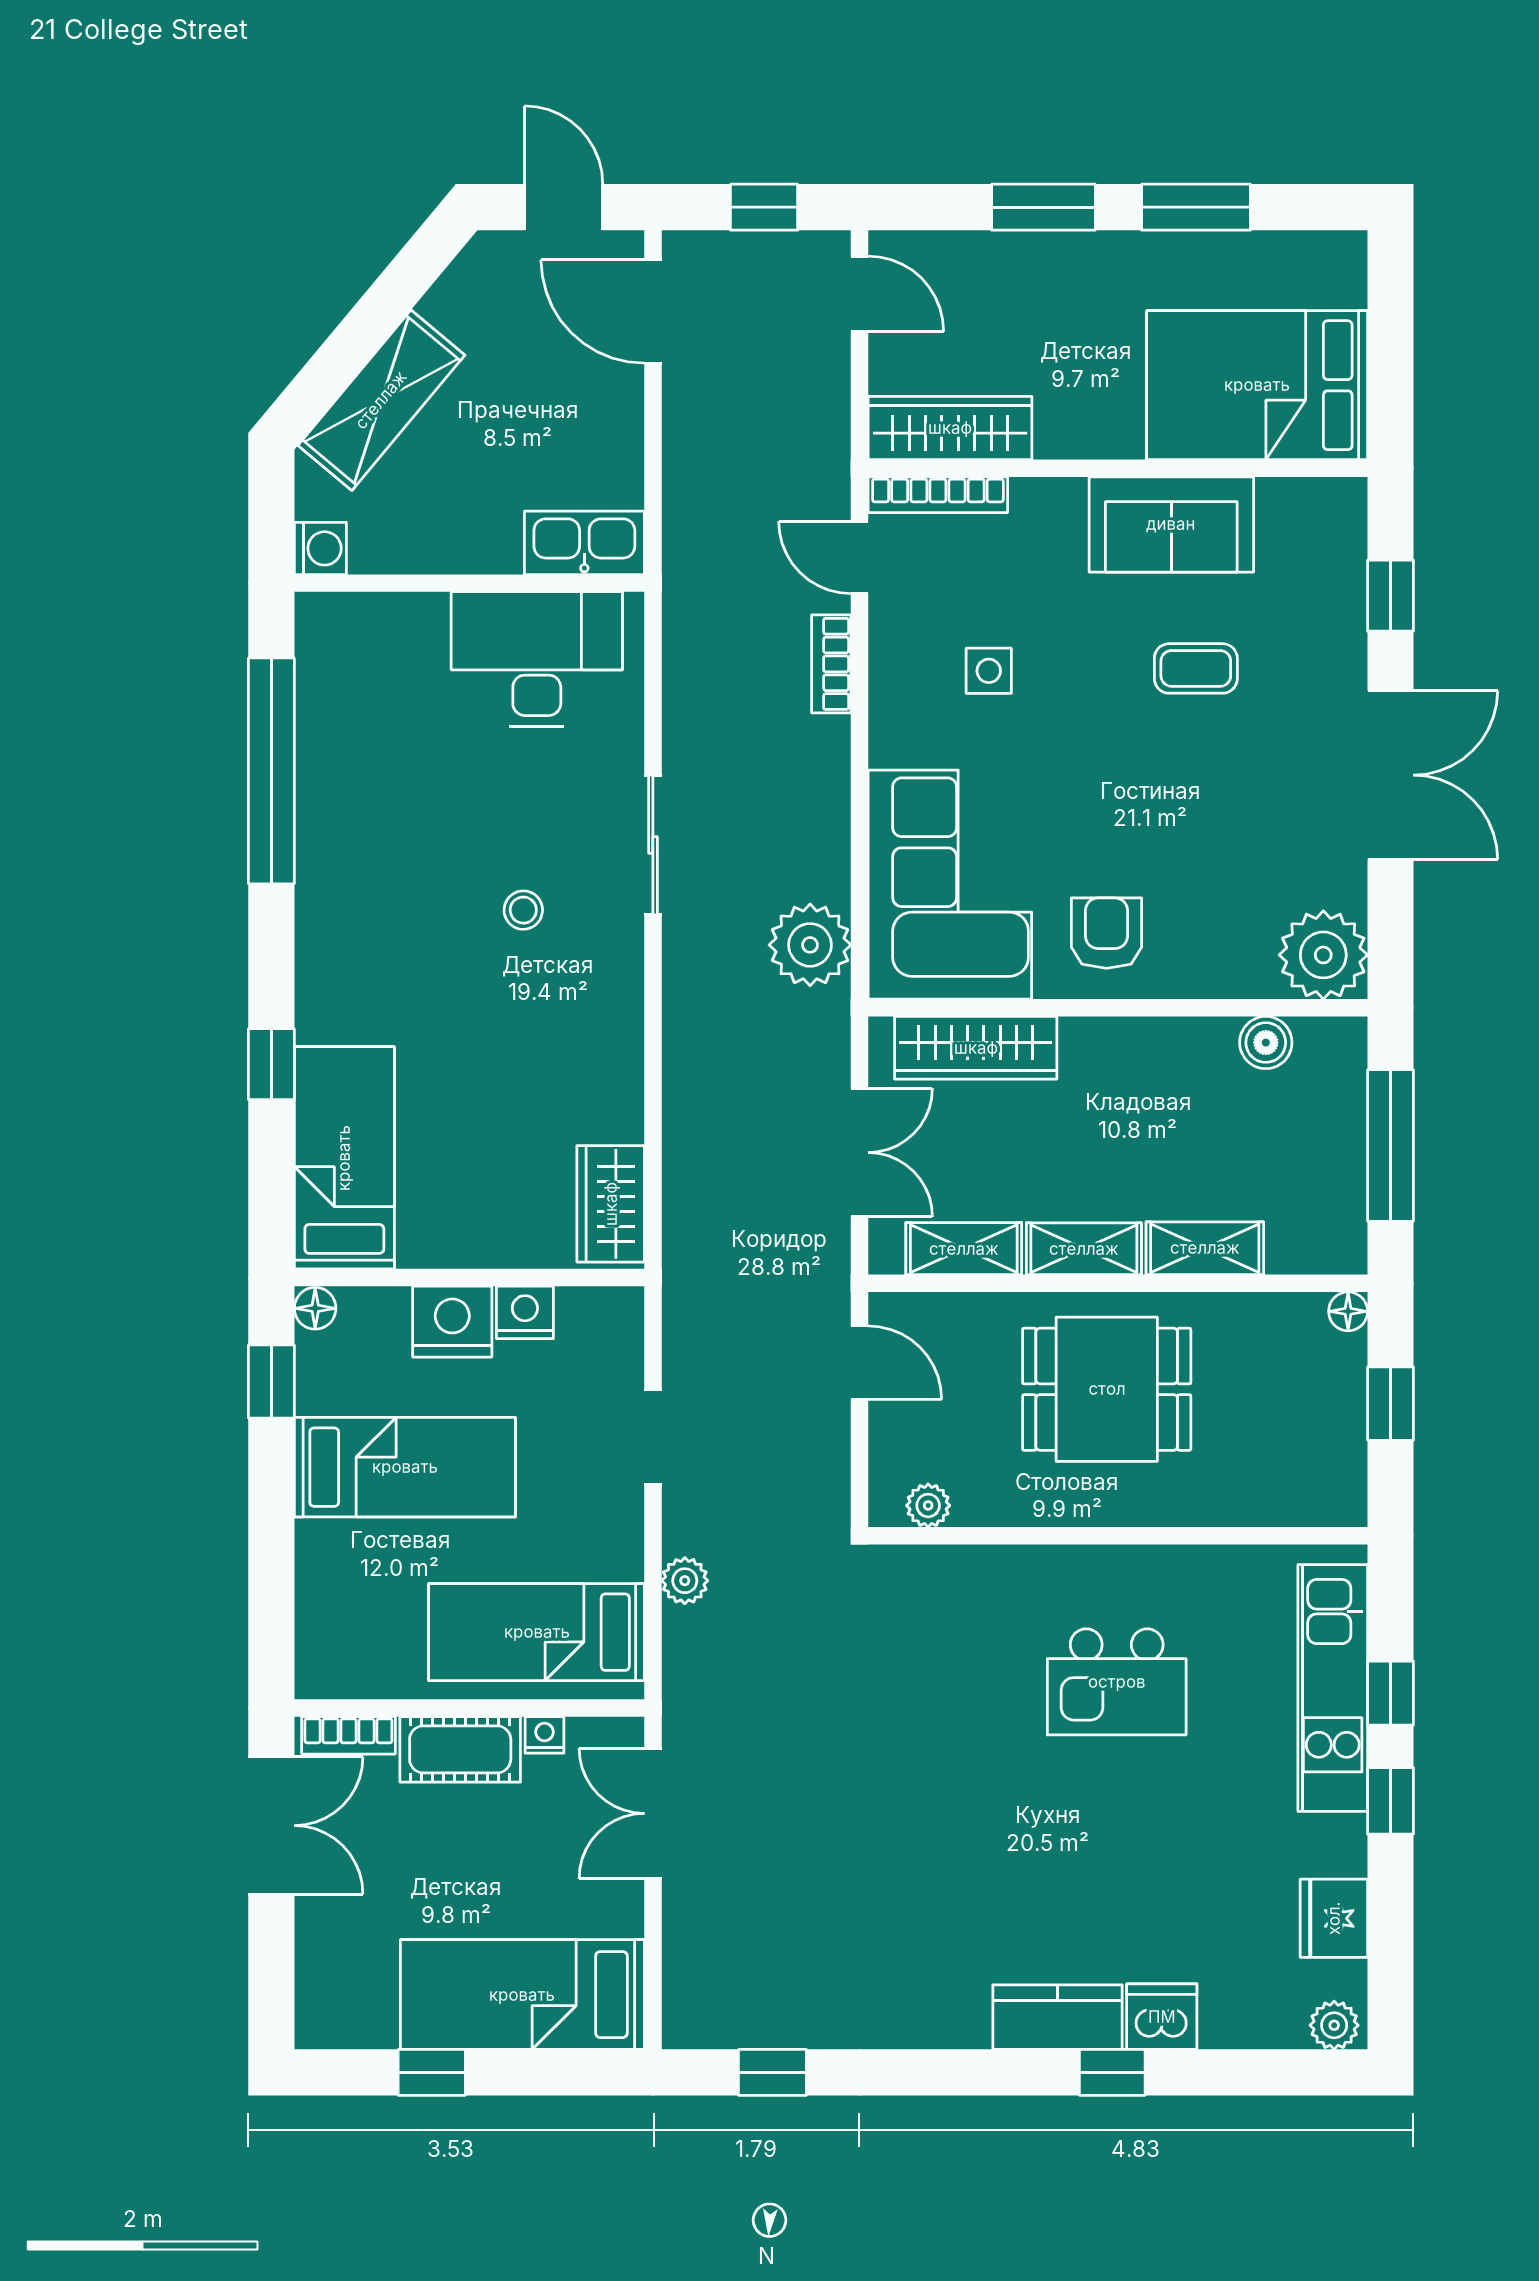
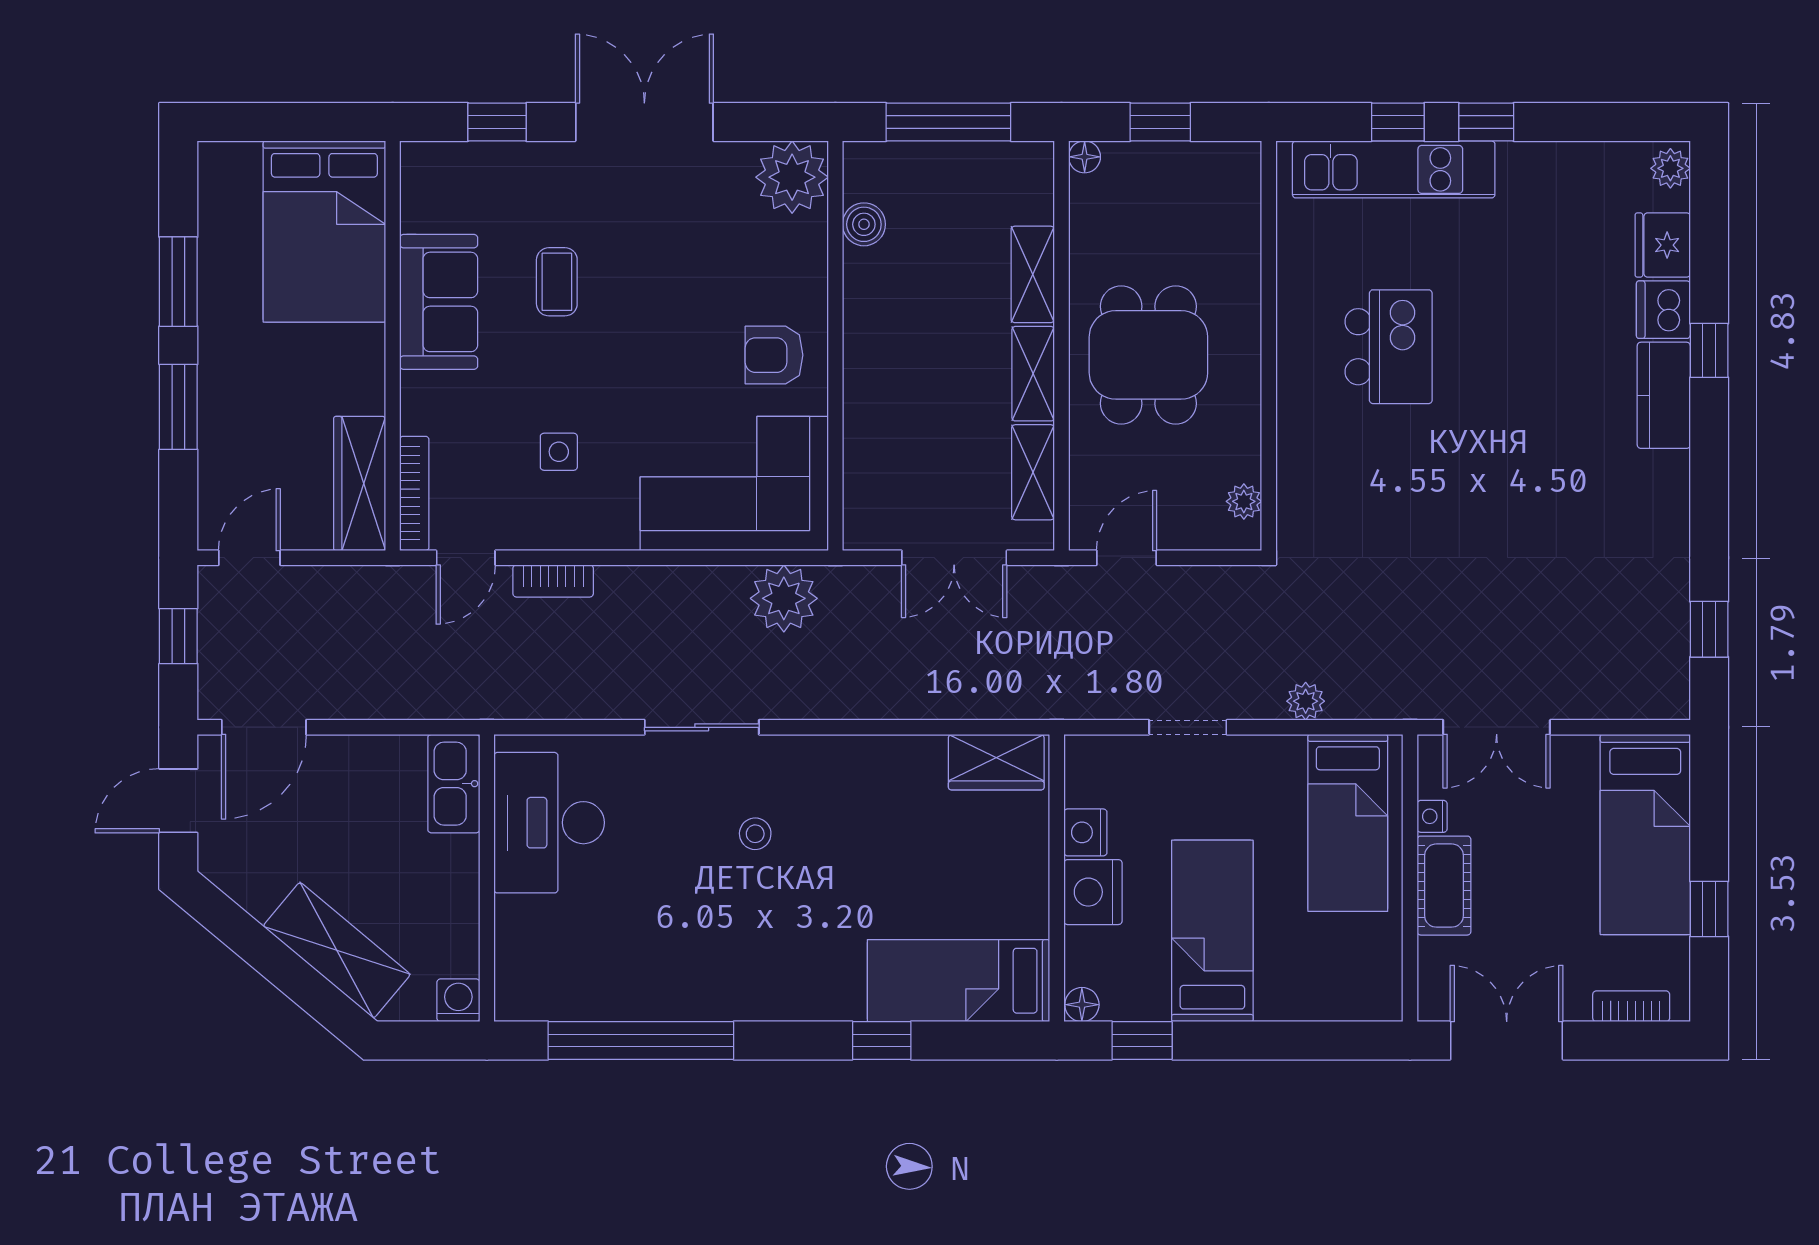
wardrobe: (976, 1048) -> (868, 462), removed
double door: (860, 1153) -> (954, 558), swing flipped
bookcase: (348, 1735) -> (1631, 1006), moved, turned -90
fridge: (1334, 1918) -> (1663, 245), moved, turned 90

